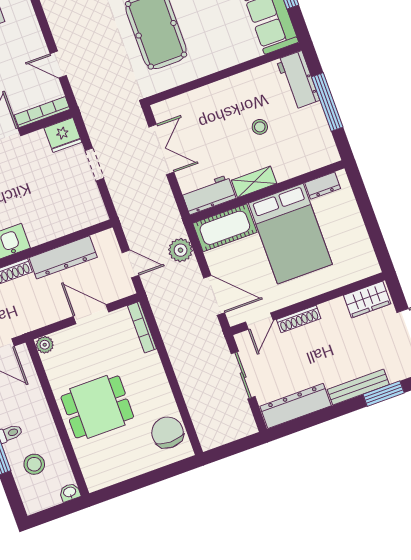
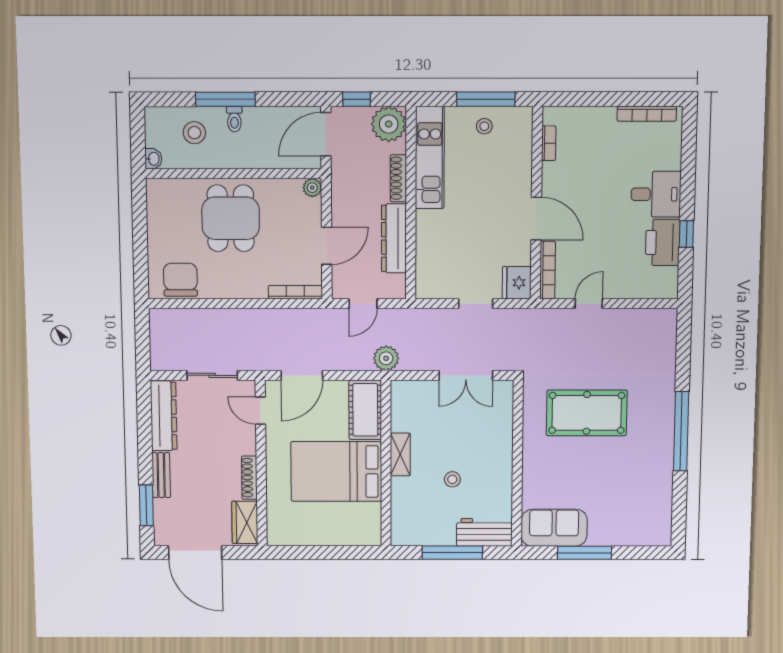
dresser: (323, 186) -> (372, 519), removed
workbench: (209, 195) -> (404, 406), removed
plant: (181, 250) -> (386, 358), moved
shoe rack: (299, 319) -> (249, 478), moved
bench: (358, 387) -> (161, 475), width x0.73
chair: (168, 433) -> (180, 280), turned -90

